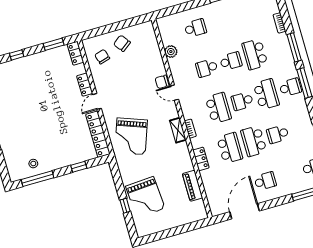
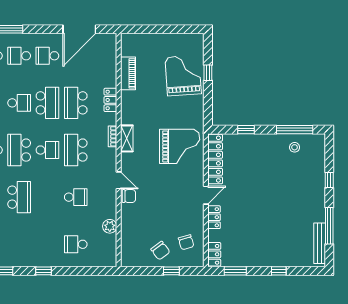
window: (108, 29) -> (171, 271), added
school desk: (231, 61) -> (19, 56), moved
grand piano: (131, 136) -> (180, 146), turned 70

